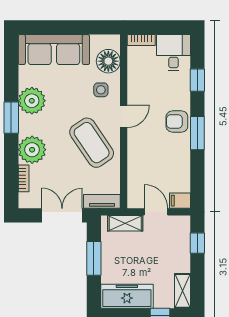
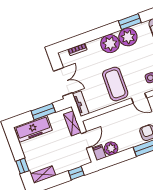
window: (11, 118) -> (130, 22), moved
coffee table: (92, 143) -> (115, 84), turned -56
plant: (32, 150) -> (110, 44), moved
plant: (180, 181) -> (111, 148), added
freezer: (127, 296) -> (33, 129), moved, turned 90

